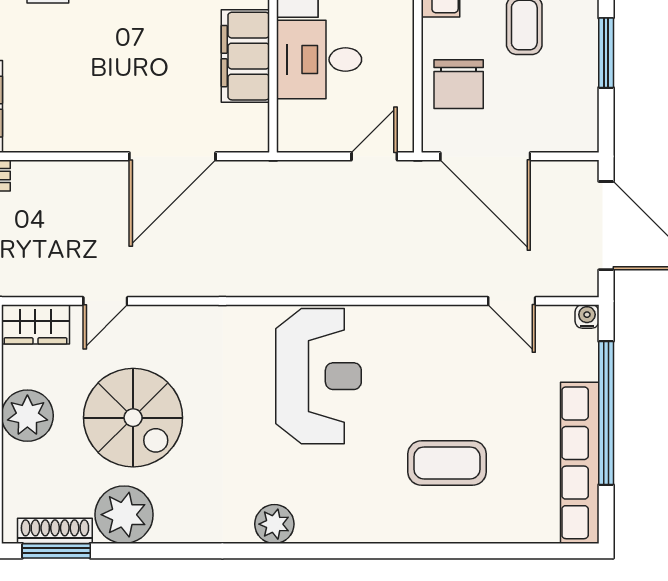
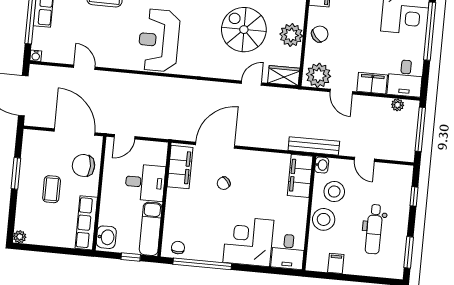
filing cabinet: (245, 56) -> (180, 167), moved
chair: (146, 74) -> (224, 183), added
chair: (459, 84) -> (83, 165), turned -90
door: (512, 301) -> (84, 67), moved

